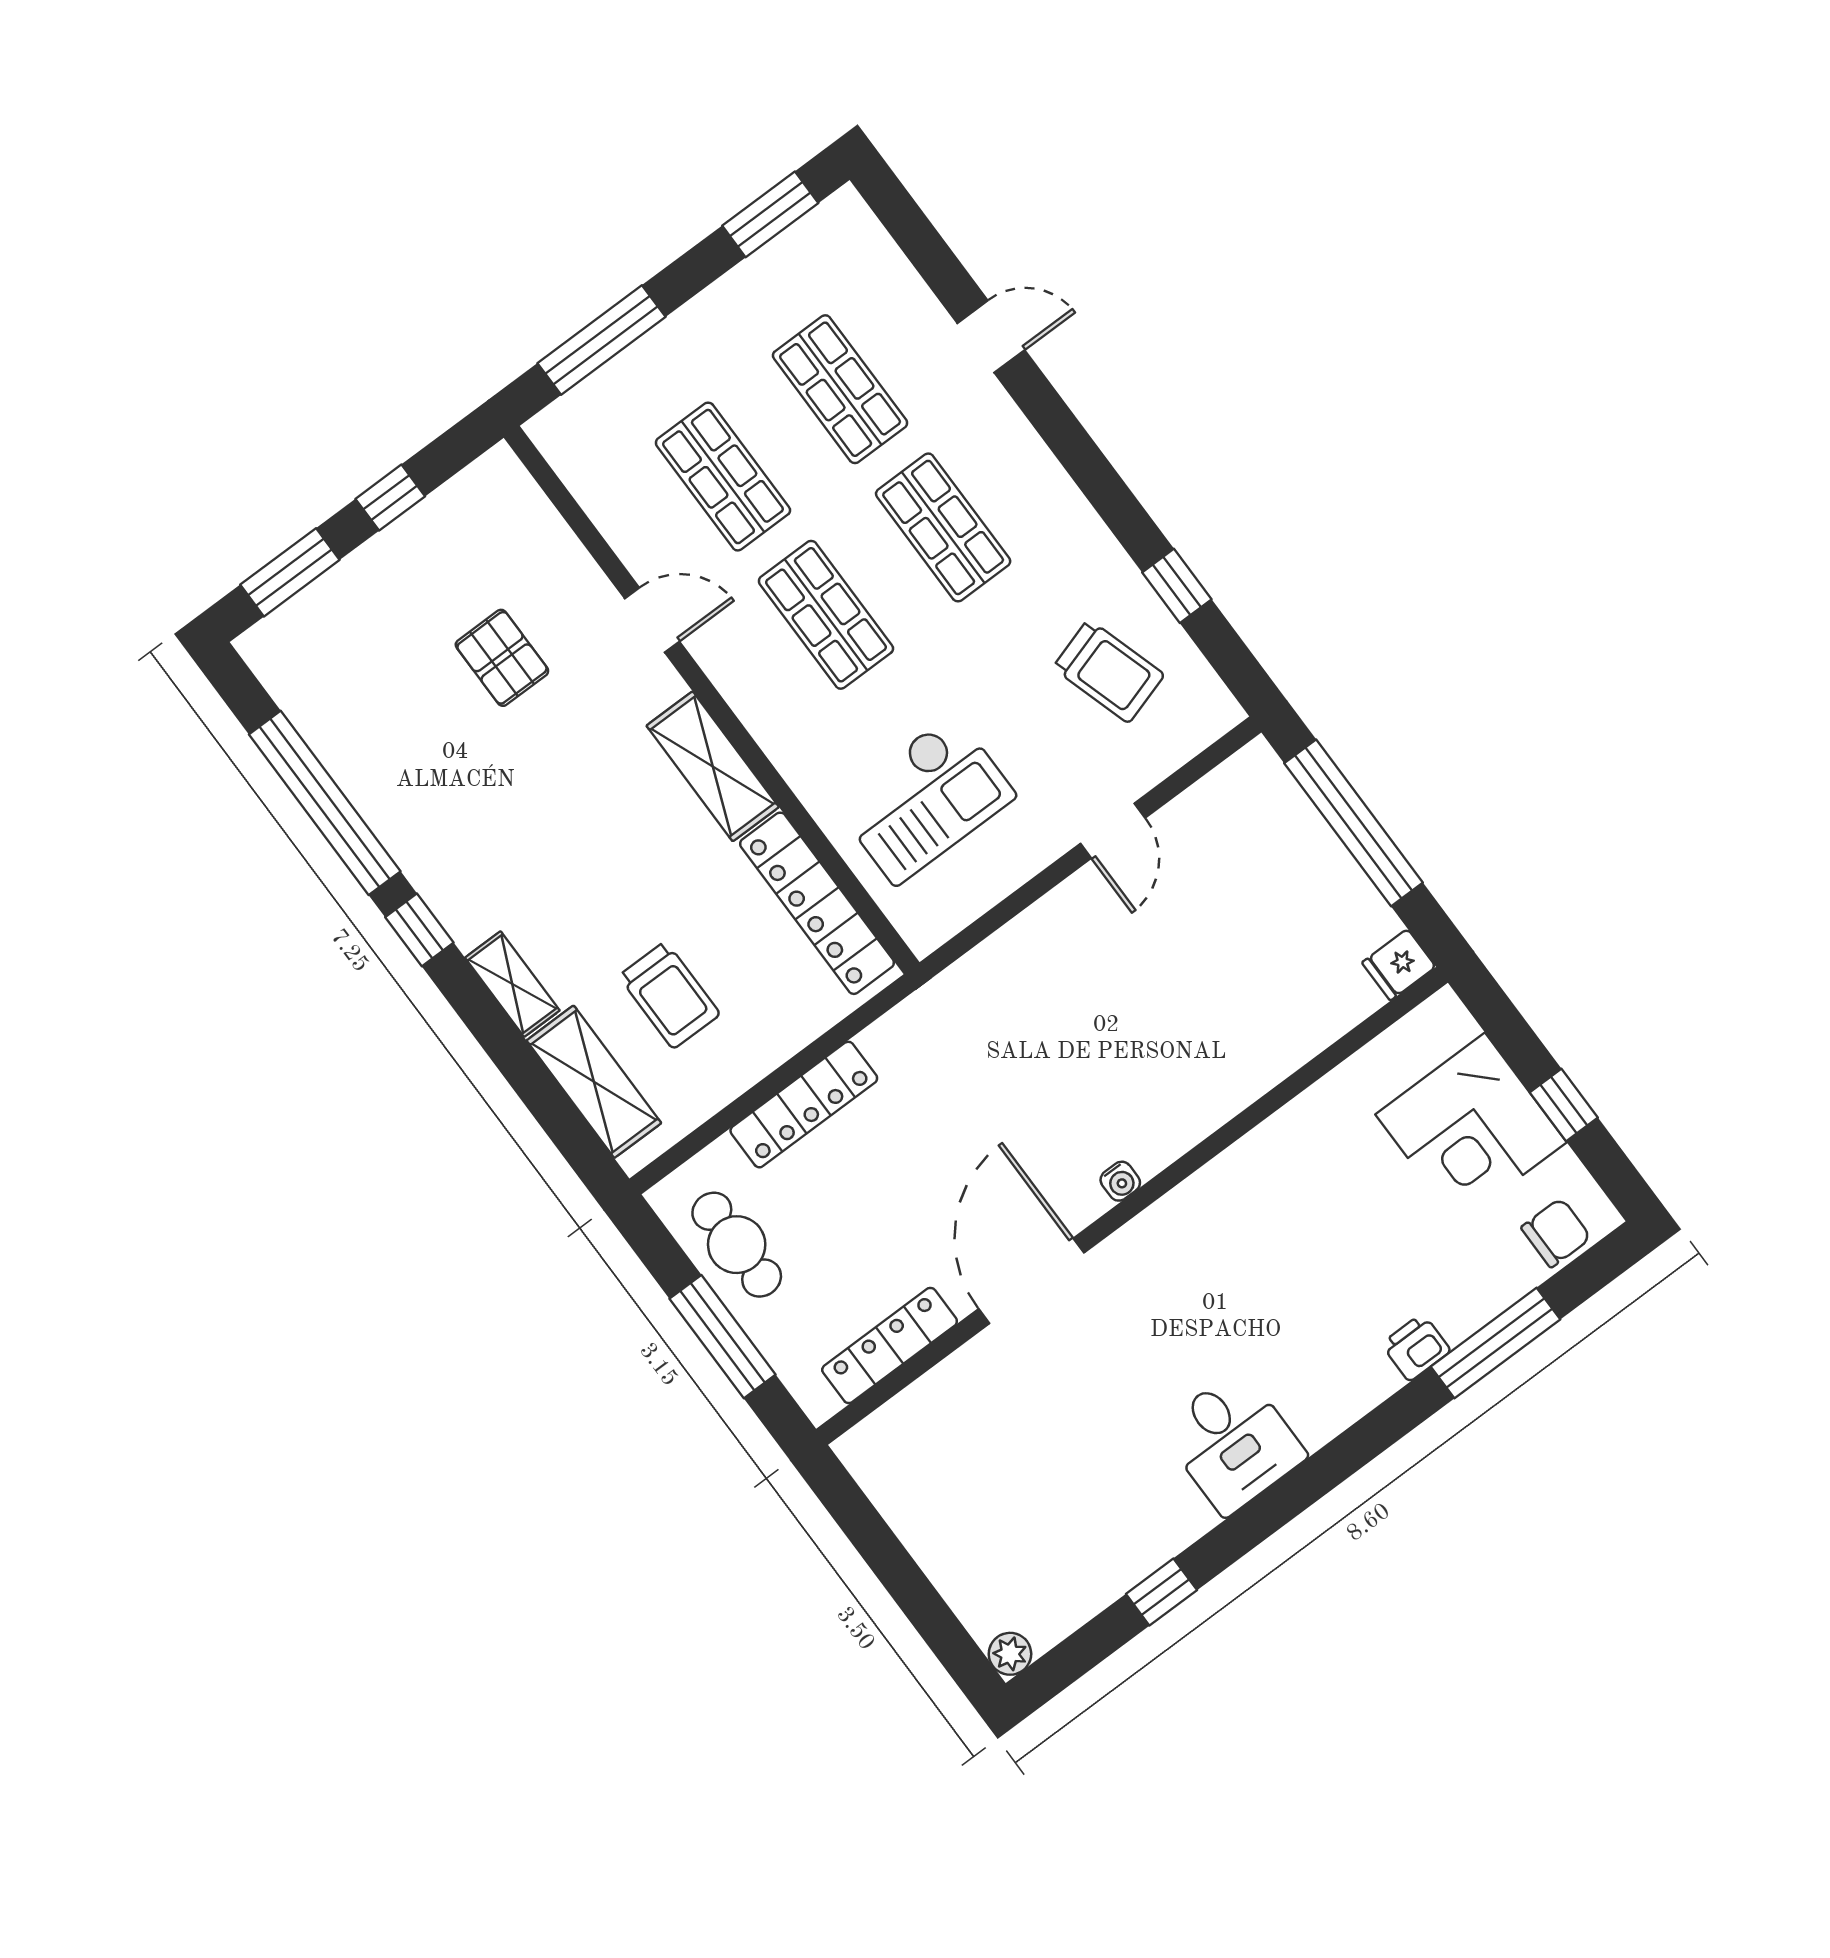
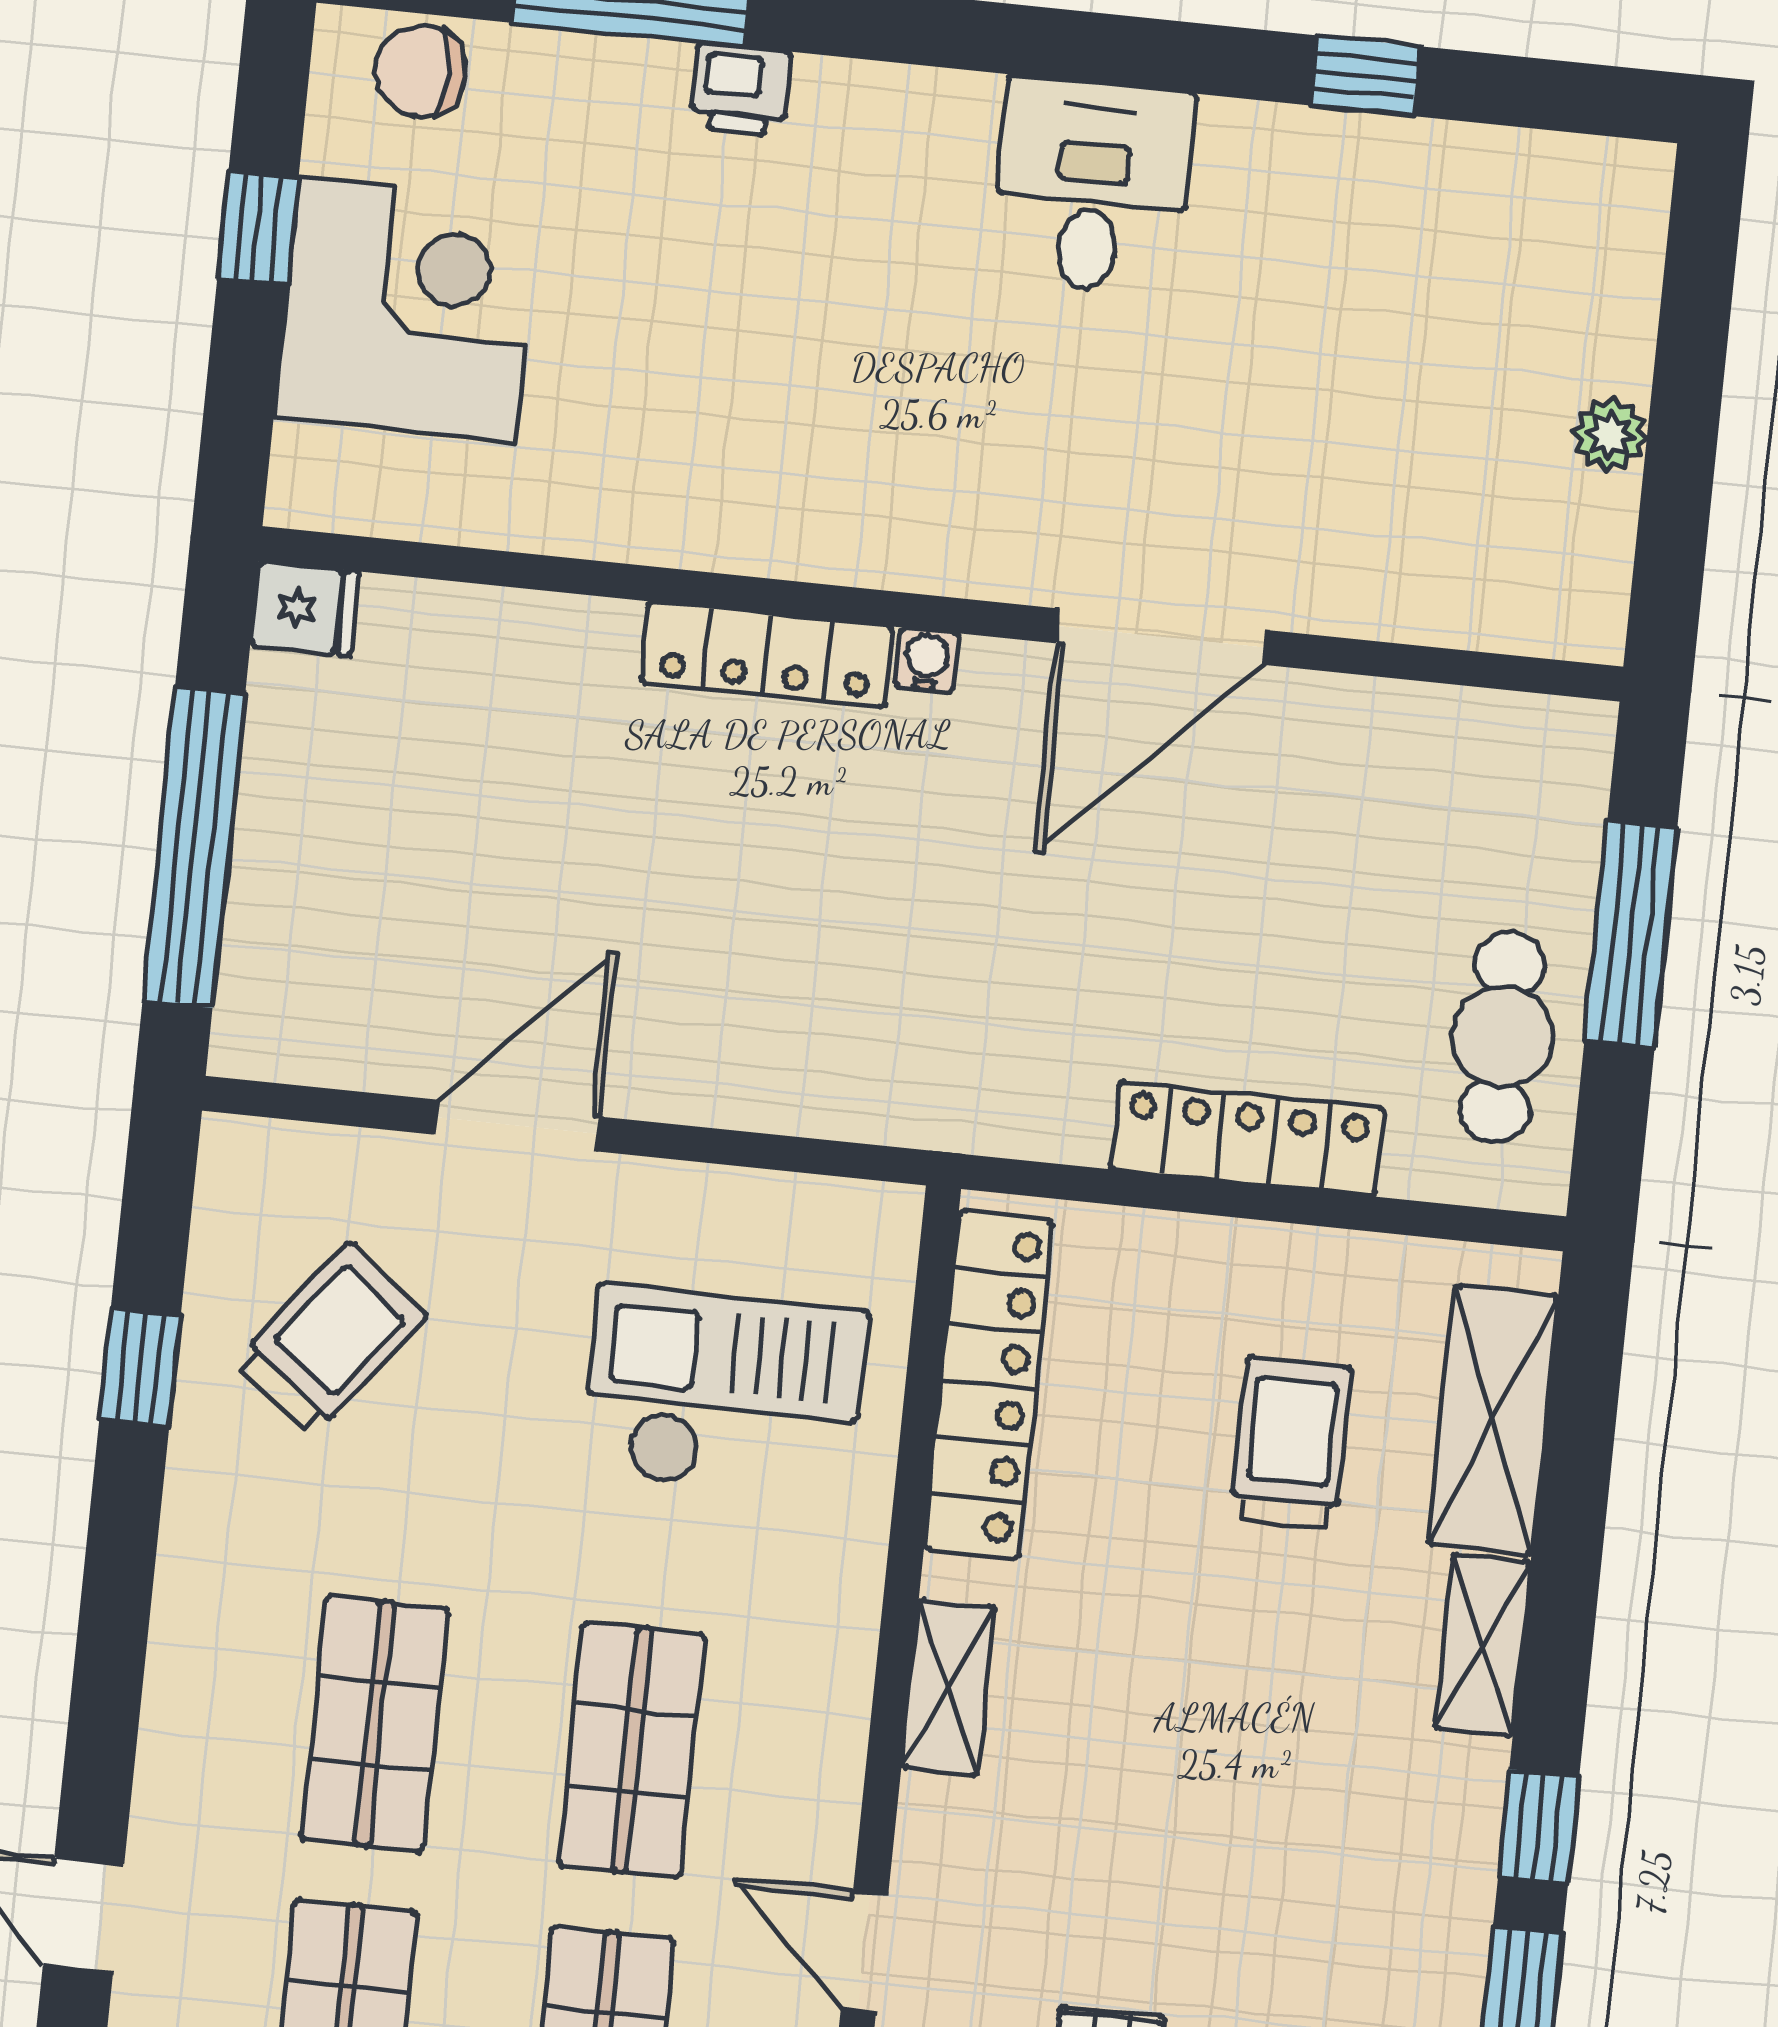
trolley: (1108, 671) -> (331, 1338), turned 55
shelving: (713, 766) -> (948, 1687), width x0.67, depth x0.75
door: (1113, 831) -> (517, 1126), width x1.38
locker: (890, 1345) -> (767, 654), moved
plant: (1010, 1654) -> (1610, 435), moved

